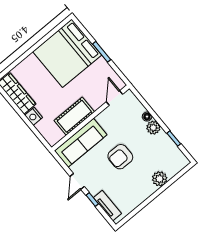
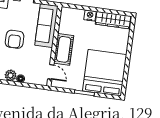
cot: (74, 116) -> (64, 49), moved
armchair: (120, 157) -> (15, 39), turned 180

